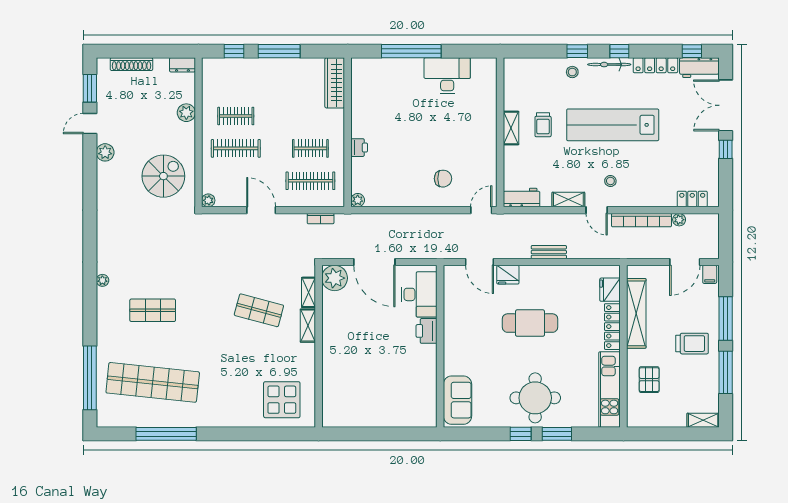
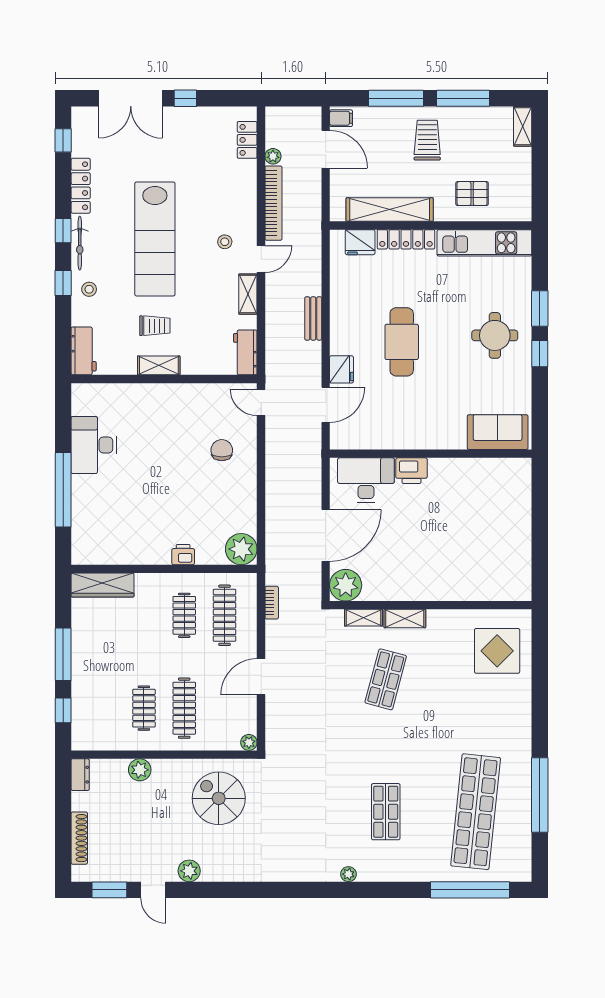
workbench: (699, 68) -> (84, 351), moved
plant: (358, 200) -> (241, 549), width x1.88, depth x1.88
round table: (535, 398) -> (495, 335), width x0.73, depth x0.73

